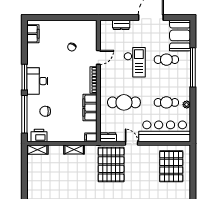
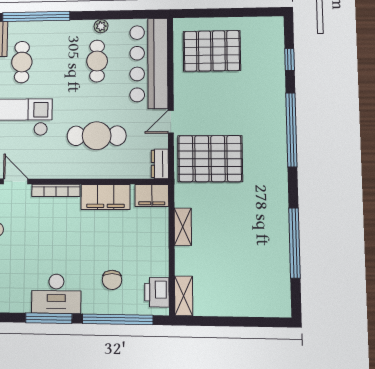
cafe table: (124, 102) -> (97, 136), turned 90
filing cabinet: (91, 137) -> (152, 195), width x2.00

